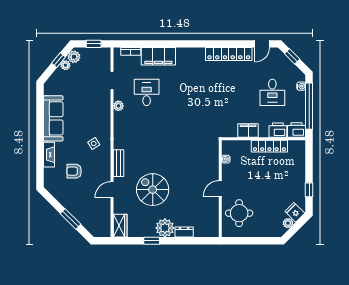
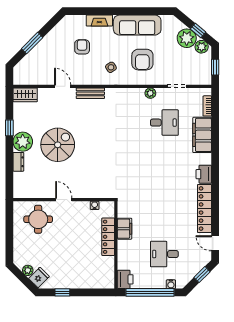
plant: (65, 65) -> (187, 38), width x1.88, depth x1.88
armchair: (86, 113) -> (142, 60), added
printer: (278, 130) -> (204, 174), moved, turned 180
locker: (269, 146) -> (108, 237), moved
spiral stairs: (153, 190) -> (58, 145), moved

